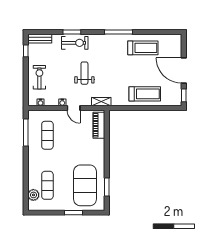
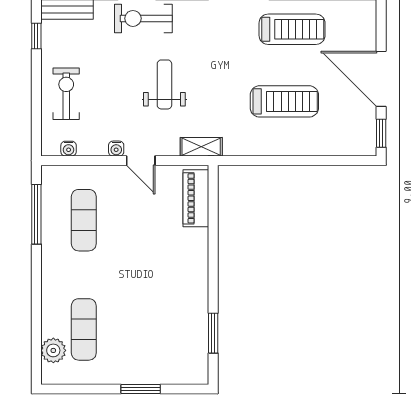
exercise bike: (75, 43) -> (143, 18), turned 180
treadmill: (145, 94) -> (284, 101), moved
exercise mat: (85, 185) -> (166, 329), removed

